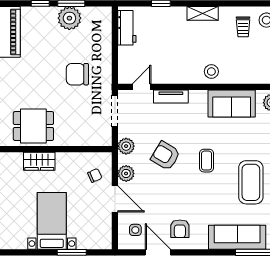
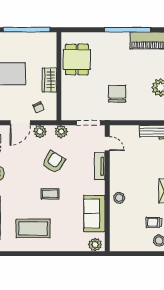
wardrobe: (39, 161) -> (49, 80), moved

